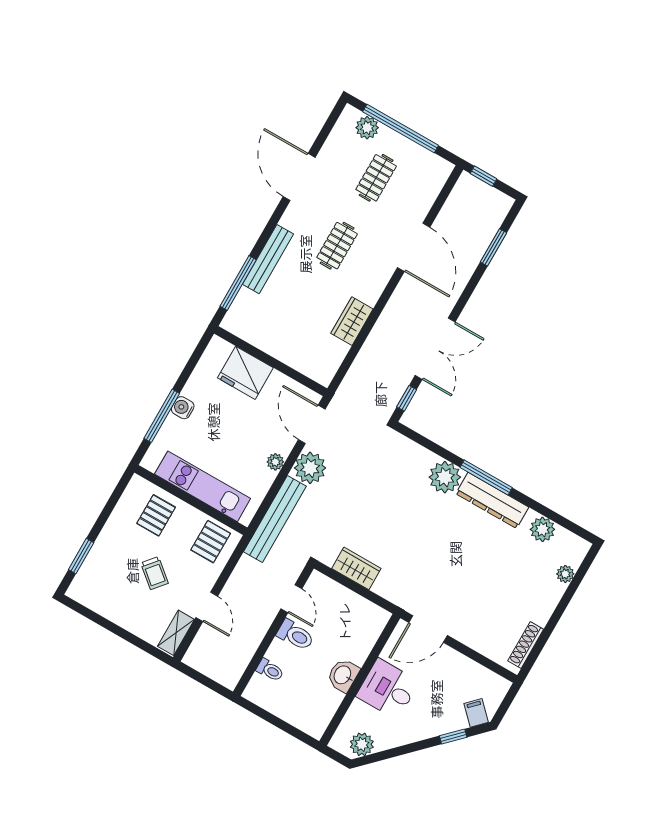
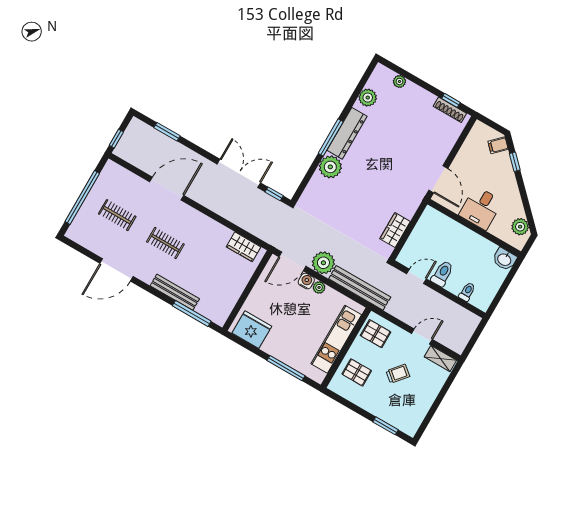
plant: (367, 128) -> (82, 221), removed
wardrobe: (352, 321) -> (244, 247), moved
fridge: (245, 373) -> (252, 330), moved, turned -90
water cooler: (183, 408) -> (306, 281), moved, turned 180
window: (539, 646) -> (451, 100), added
washbasin: (343, 675) -> (504, 259), moved

